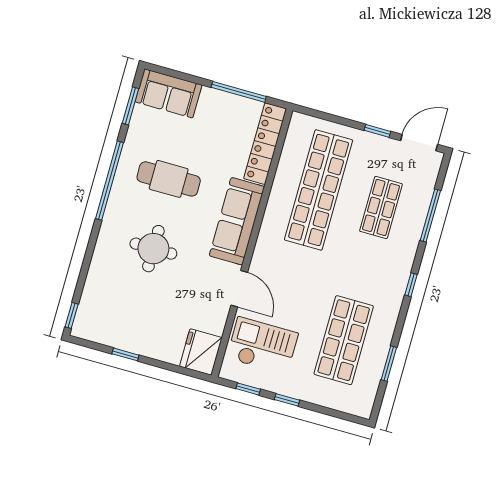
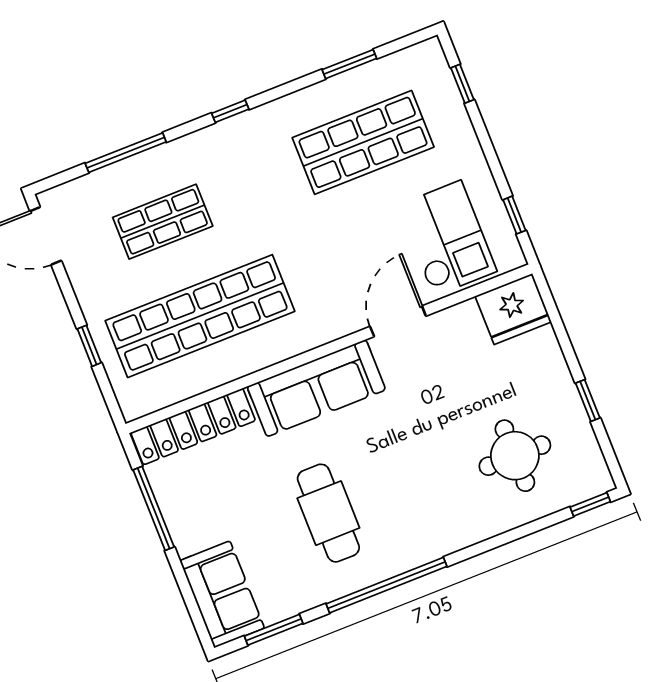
window: (377, 131) -> (89, 346), moved
round table: (153, 249) -> (515, 456), moved
checkout: (262, 346) -> (447, 238), turned 180
window: (287, 400) -> (462, 84), moved

